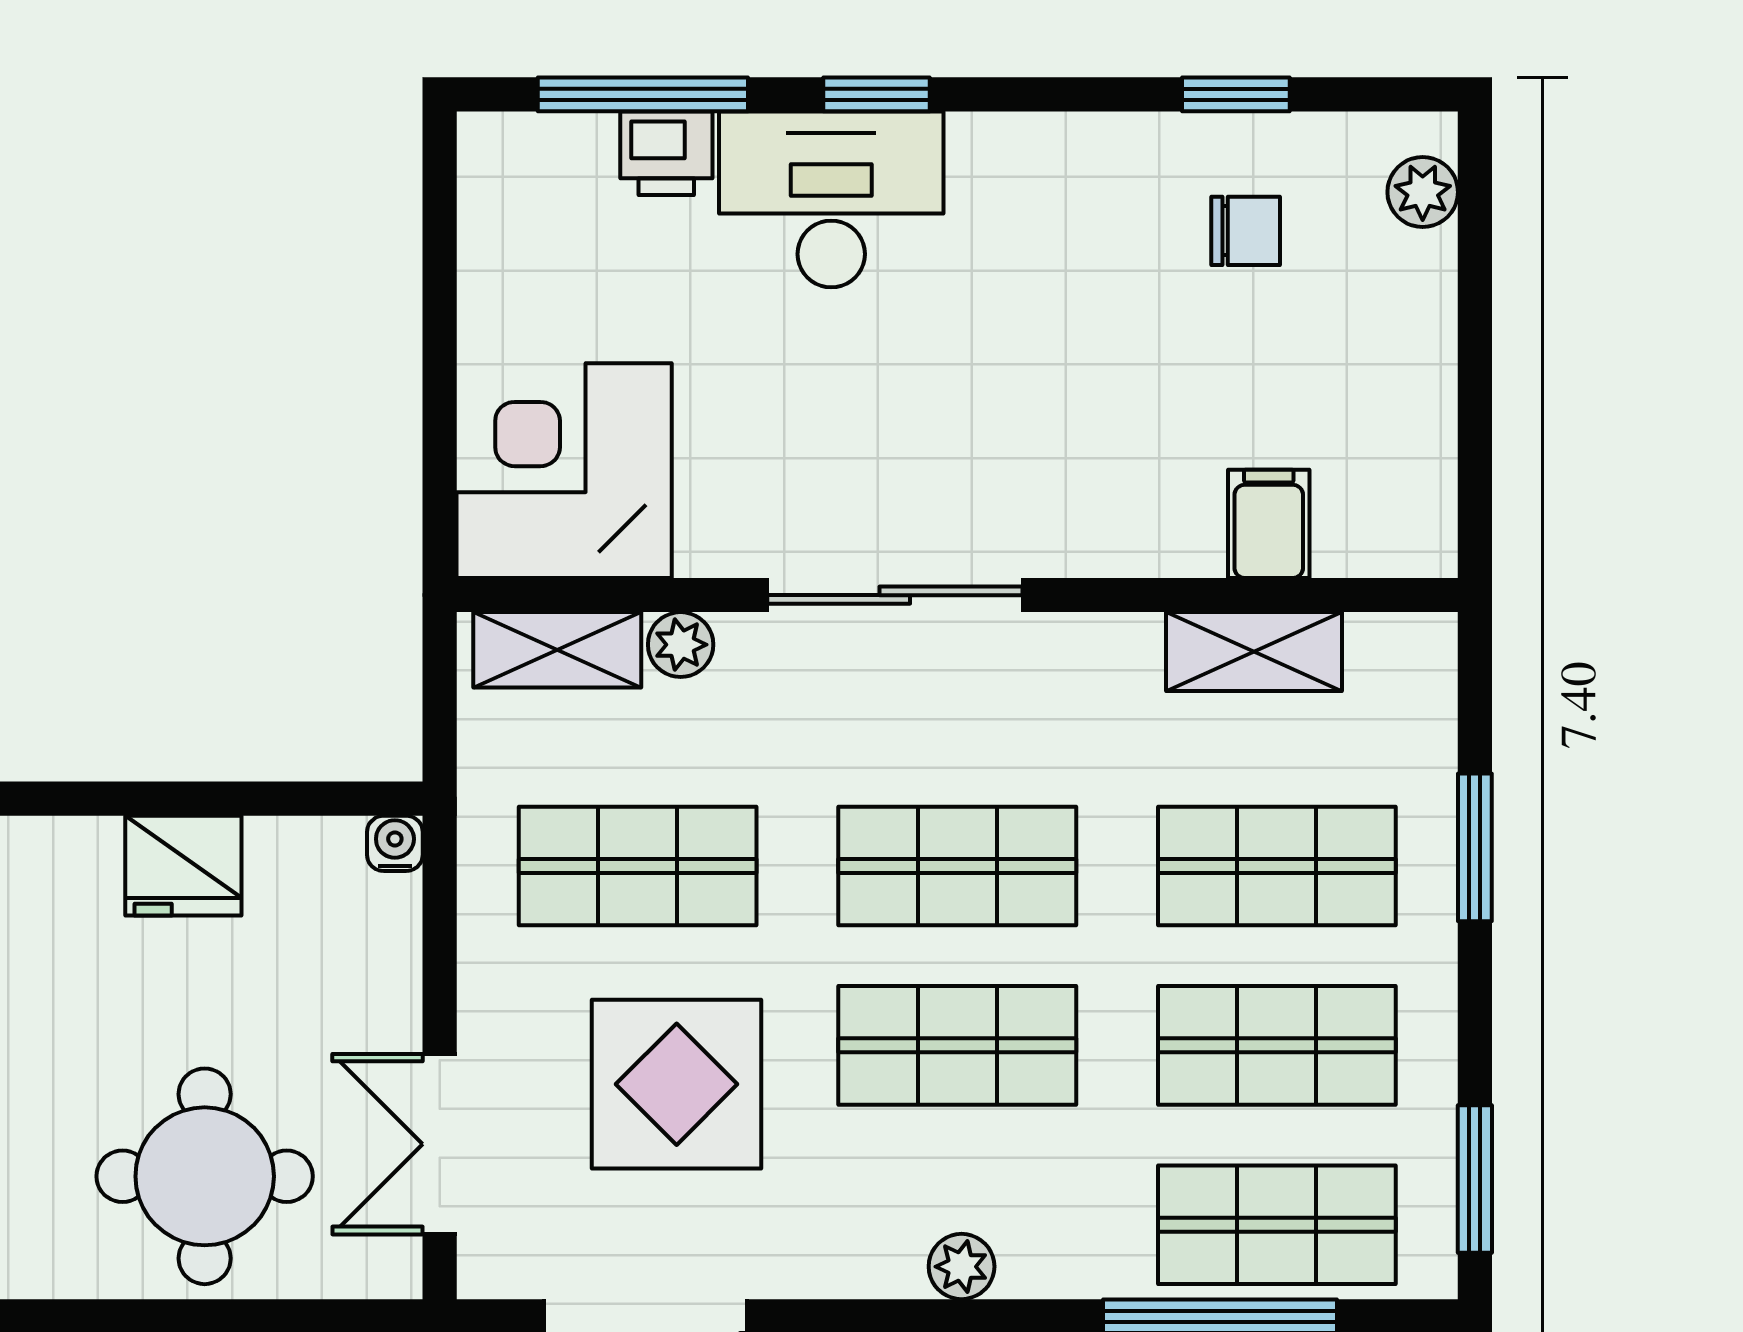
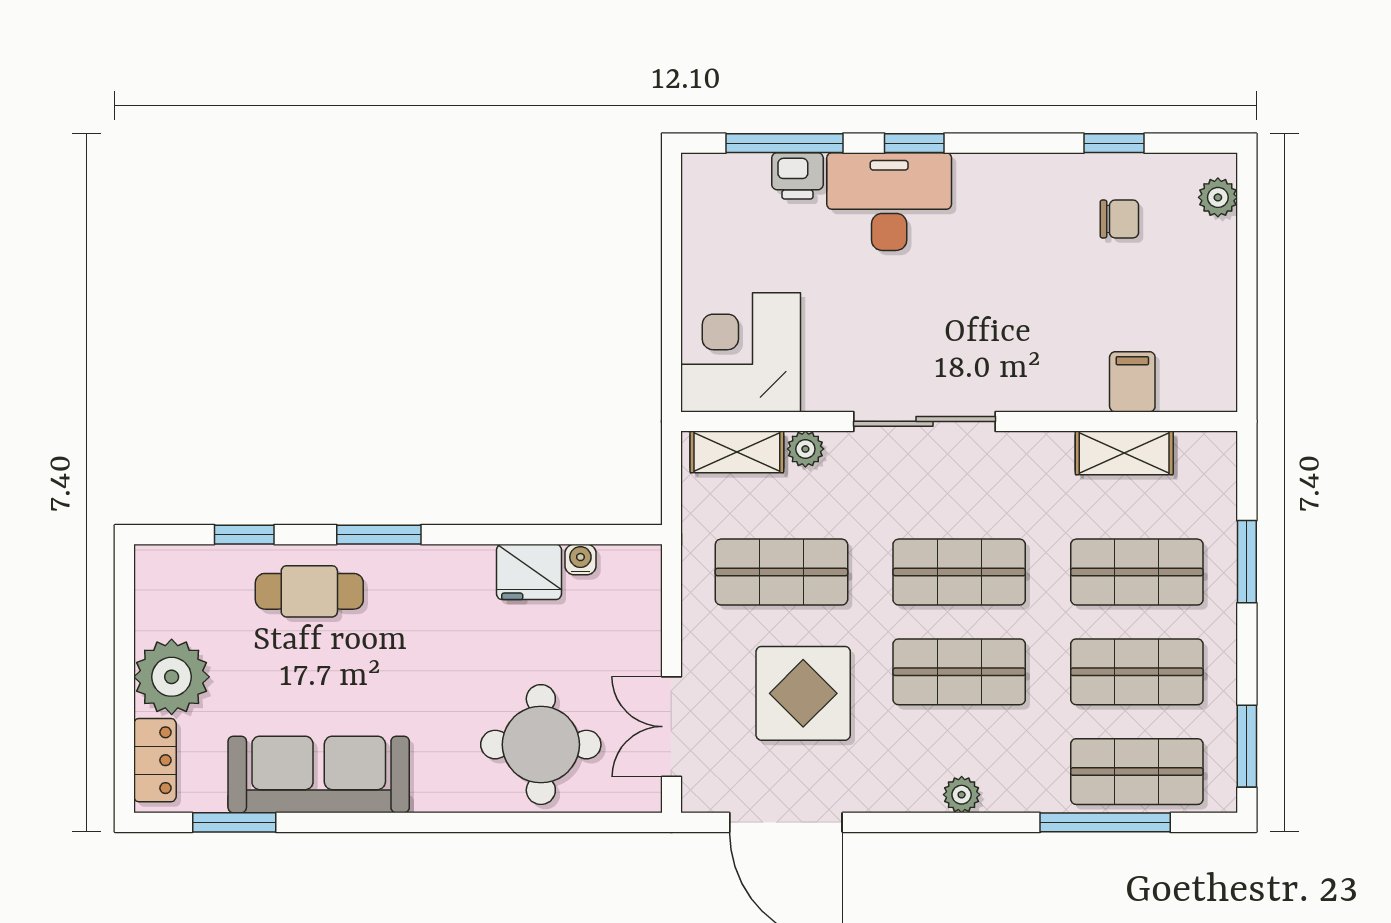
water cooler: (395, 843) -> (580, 559), moved

